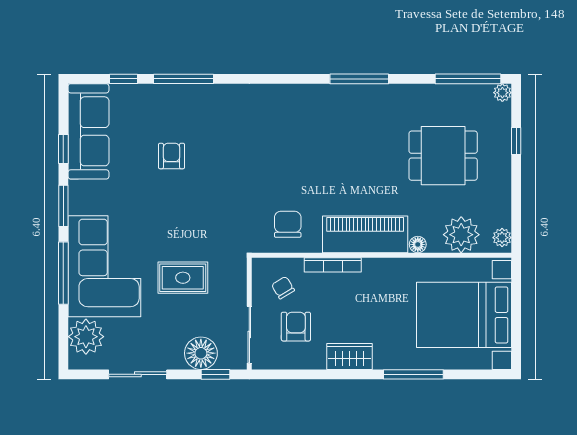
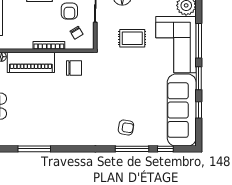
sofa: (88, 131) -> (182, 110), width x1.36, depth x1.27
armchair: (171, 156) -> (126, 128), moved, turned -81
chair: (288, 224) -> (74, 68), turned -90

